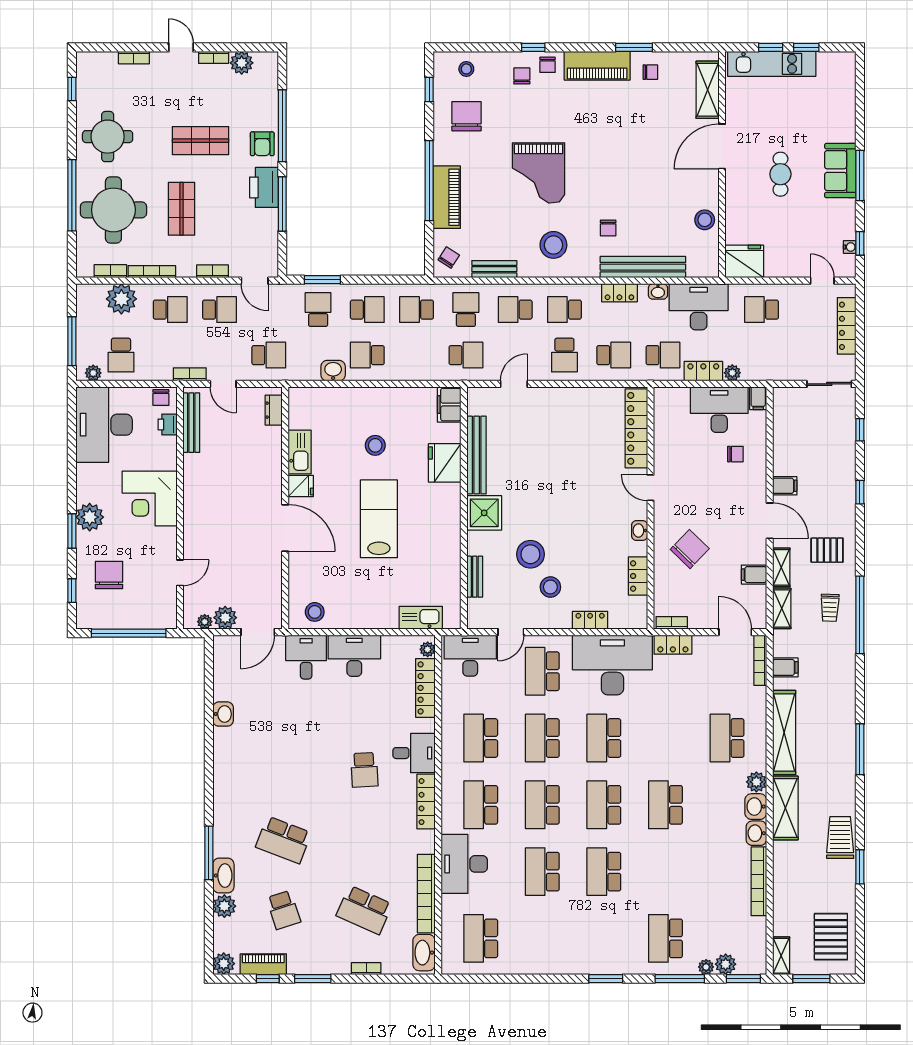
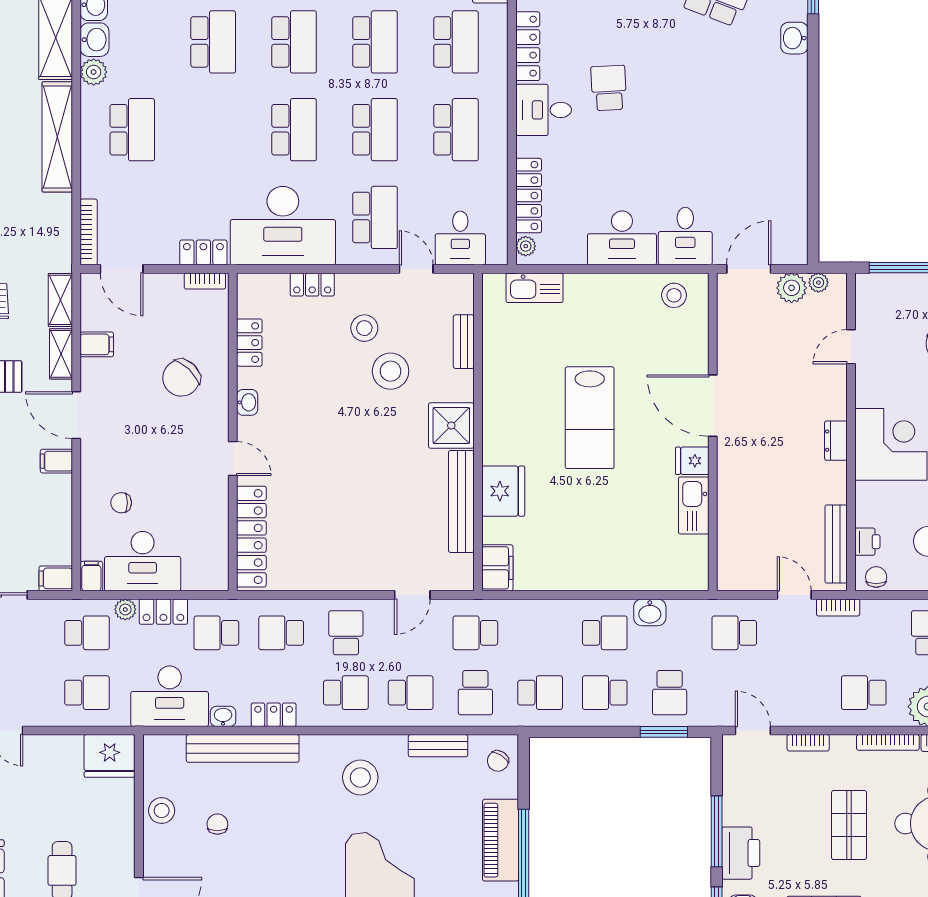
chair: (608, 228) -> (217, 824), moved
school desk: (220, 310) -> (87, 633), moved, turned 180
dresser: (274, 410) -> (836, 441), moved, turned 180
stool: (375, 445) -> (594, 514), removed
door: (511, 632) -> (416, 269), hinge flipped
desk: (470, 656) -> (460, 238), width x0.73
filing cabinet: (785, 667) -> (56, 578), moved
washbasin: (223, 714) -> (794, 38), moved

